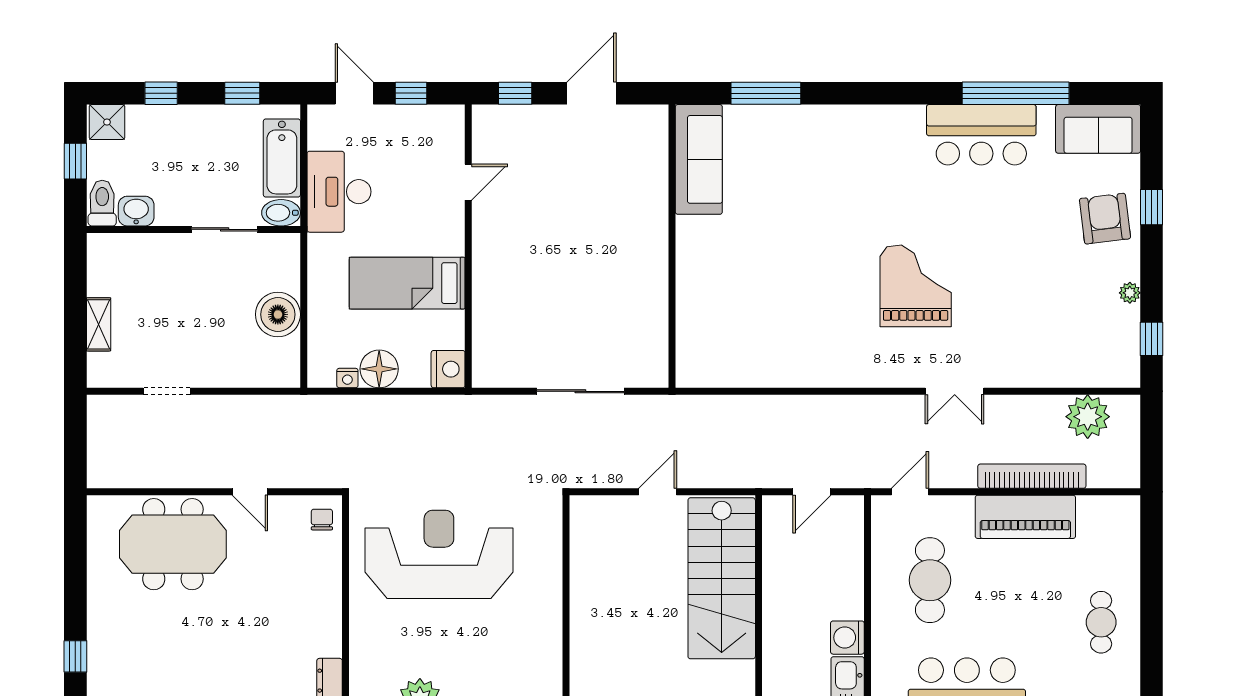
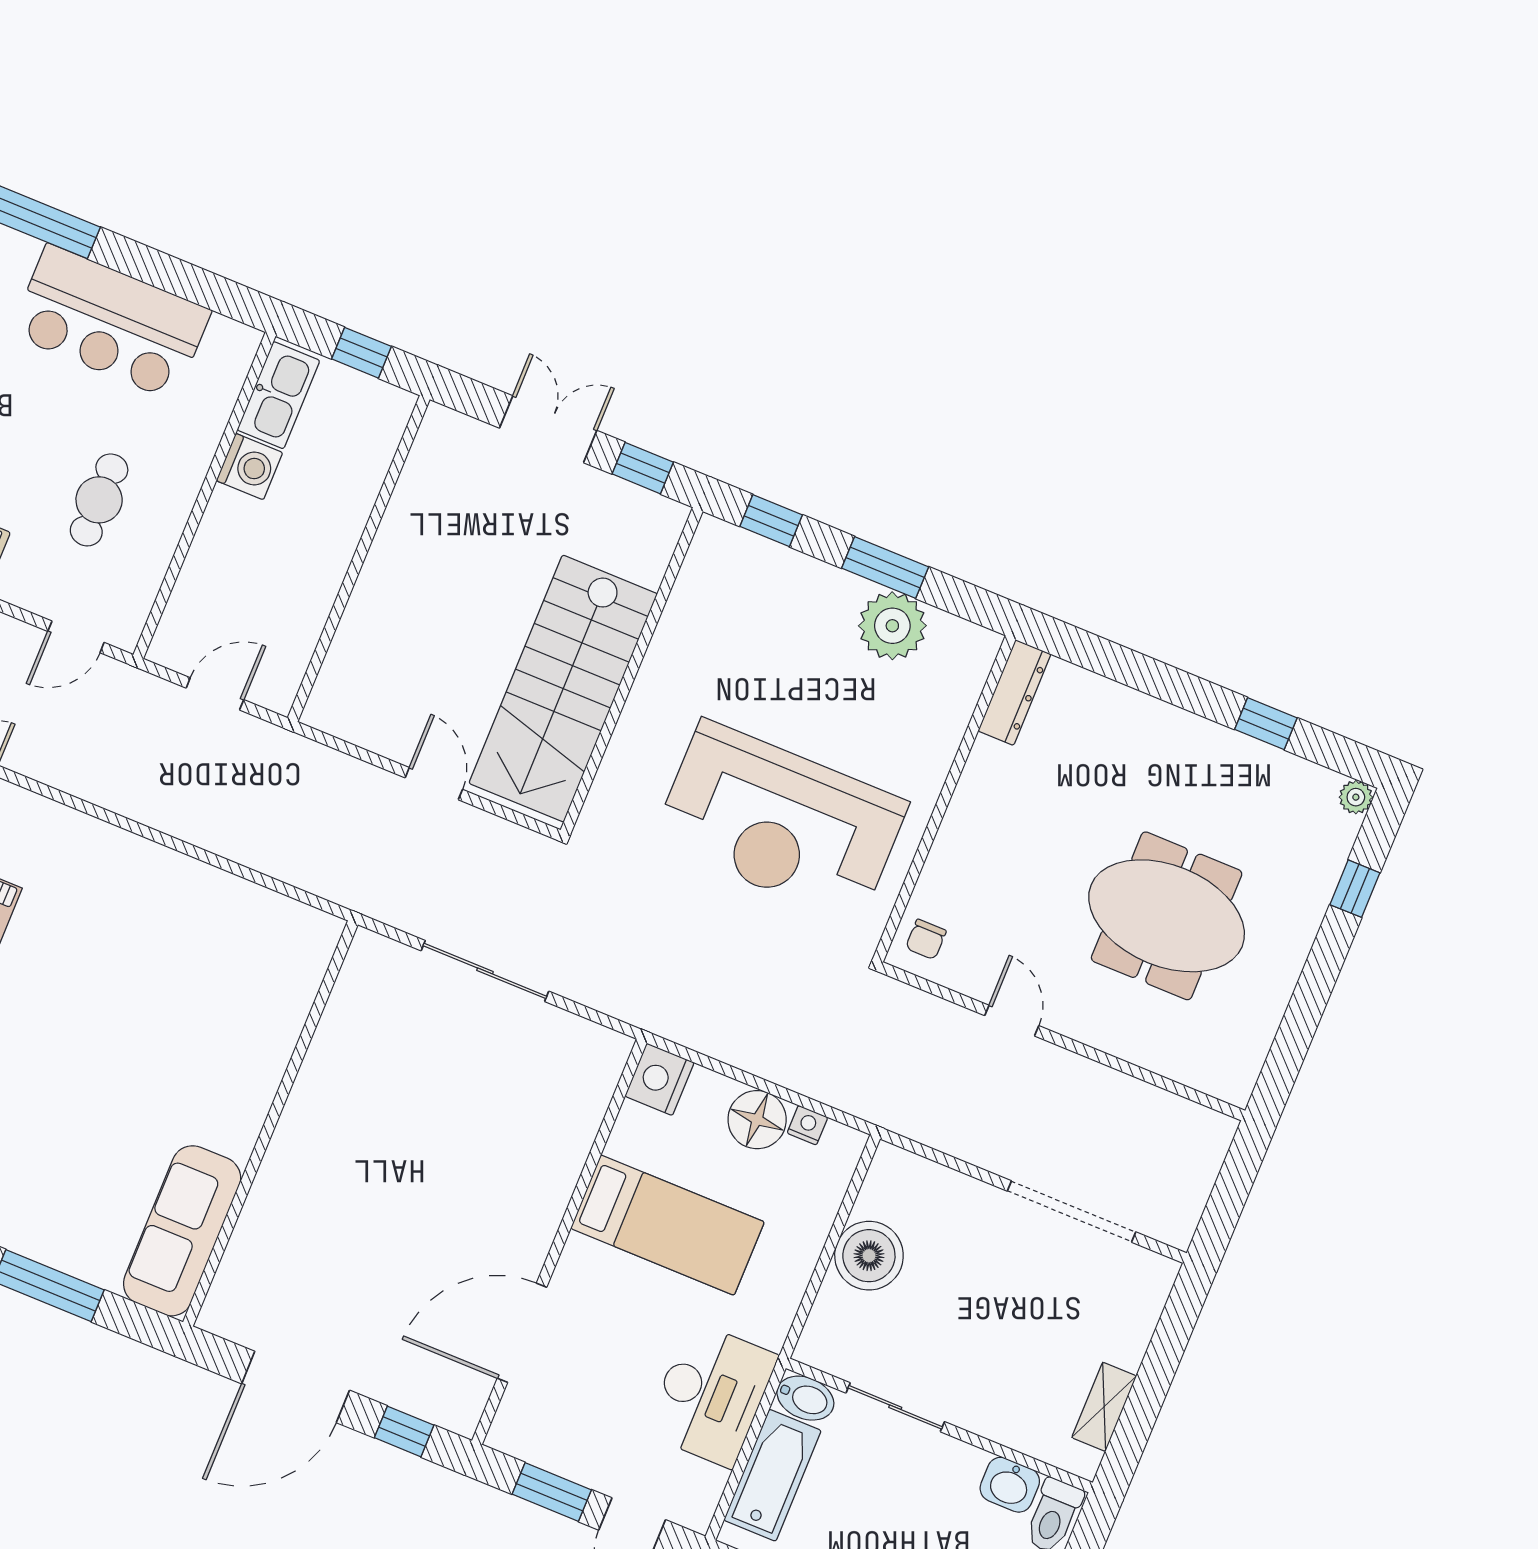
window: (411, 93) -> (552, 1492), width x1.50
door: (592, 93) -> (296, 1387), width x1.36
door: (468, 182) -> (522, 1333), width x1.88
shelving: (99, 324) -> (1104, 1407), moved
doorway: (167, 391) -> (1071, 1211), width x1.87
door: (658, 492) -> (434, 784), swing flipped
meeting table: (173, 544) -> (1167, 916), moved
stairs: (722, 578) -> (563, 689), moved, turned 180
cafe table: (930, 580) -> (99, 500), width x0.73, depth x0.74

